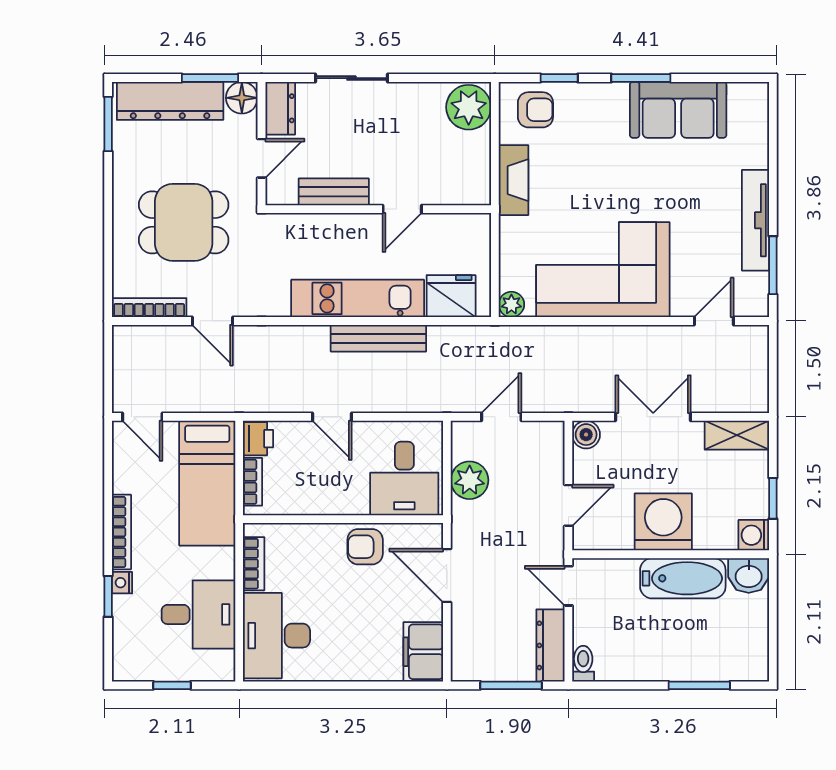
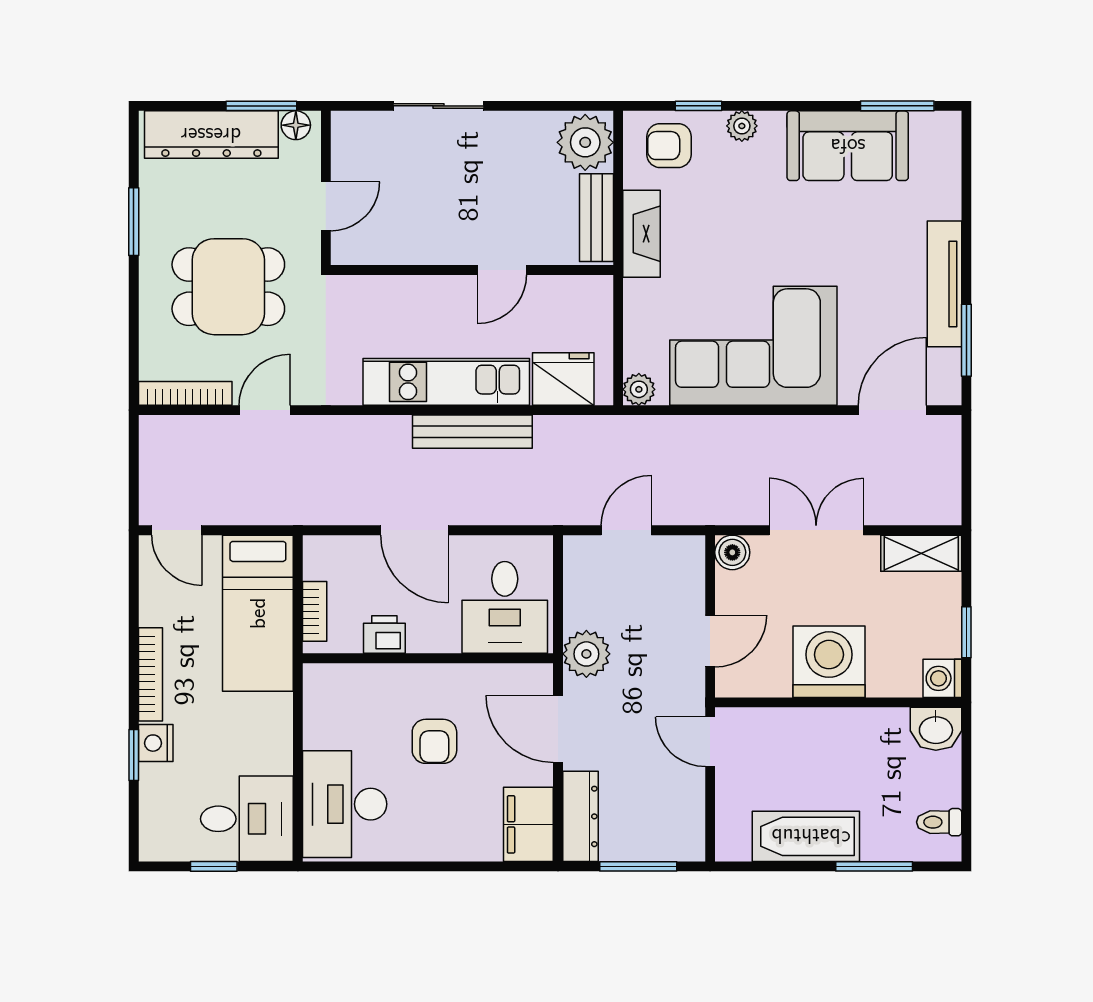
window: (641, 78) -> (897, 106), moved
plant: (594, 94) -> (742, 126), added
floor lamp: (242, 98) -> (296, 125), width x0.73, depth x0.73
dresser: (280, 108) -> (349, 144), removed
armchair: (535, 110) -> (669, 146), turned 180
window: (108, 124) -> (134, 222), moved
bench: (334, 192) -> (596, 218), moved, turned 90
door: (213, 321) -> (265, 410), swing flipped
door: (714, 321) -> (892, 410), width x1.37
door: (332, 417) -> (414, 530), width x1.38
printer: (258, 439) -> (384, 635), moved, turned -90
plant: (470, 480) -> (586, 654), moved
armchair: (365, 547) -> (434, 741), moved, turned -90
bookcase: (254, 564) -> (316, 714), removed
bathtub: (683, 578) -> (806, 836), moved, turned 180
nightstand: (122, 583) -> (156, 743), width x1.39, depth x1.35
desk: (198, 614) -> (247, 819), moved
dresser: (550, 645) -> (581, 816), moved, turned 180
toilet: (583, 664) -> (939, 822), moved, turned -90

